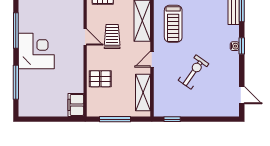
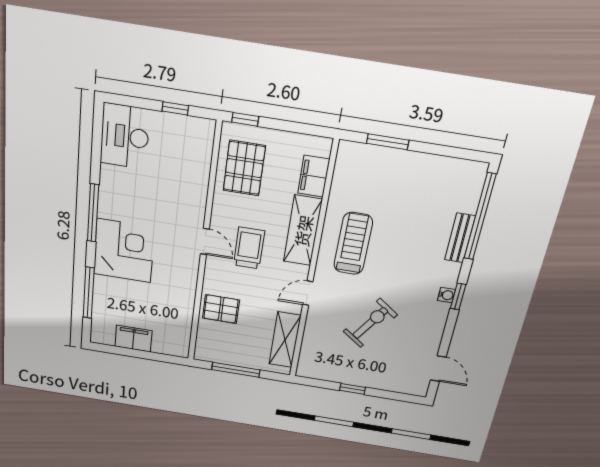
treadmill: (173, 24) -> (353, 244), turned 180
filing cabinet: (76, 105) -> (133, 339), moved, turned 90
window: (172, 119) -> (353, 389), moved

